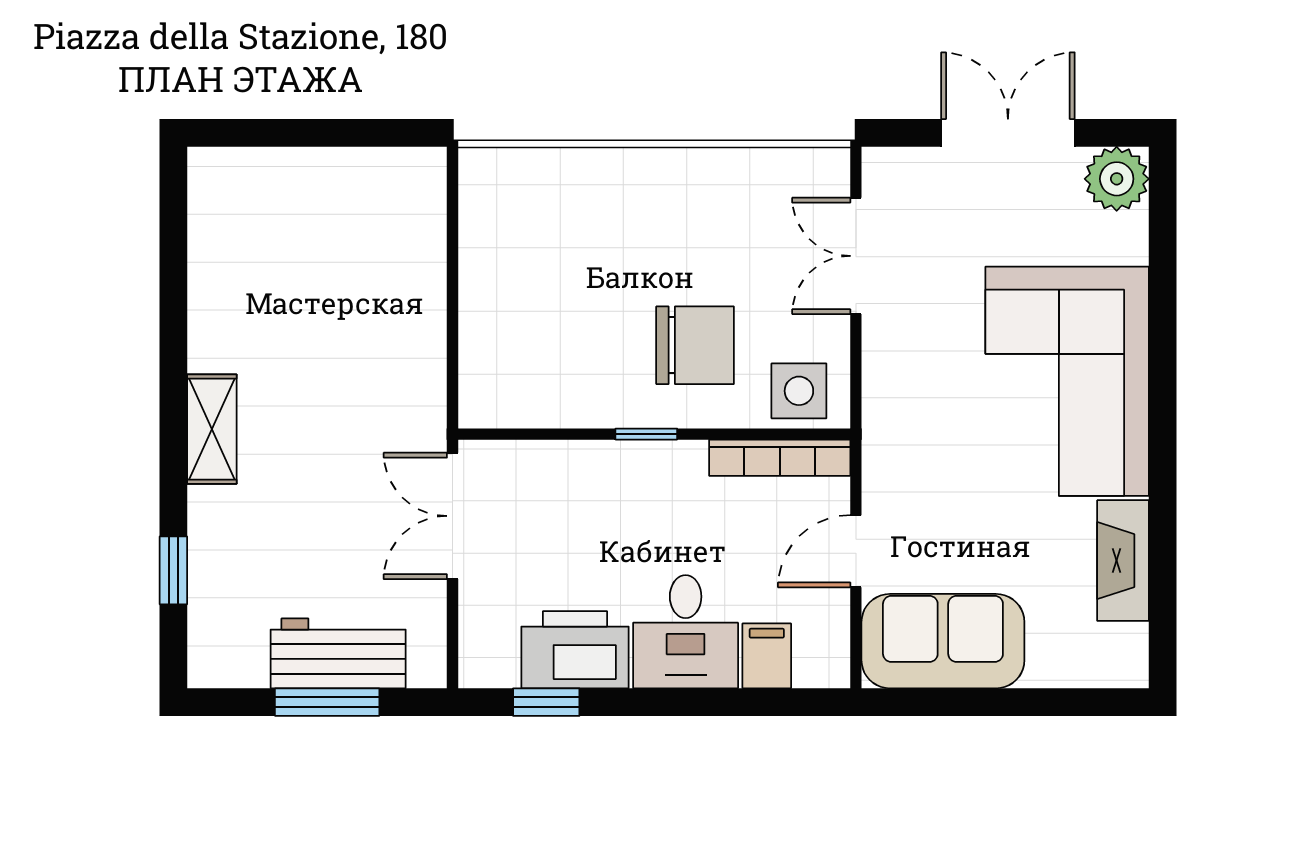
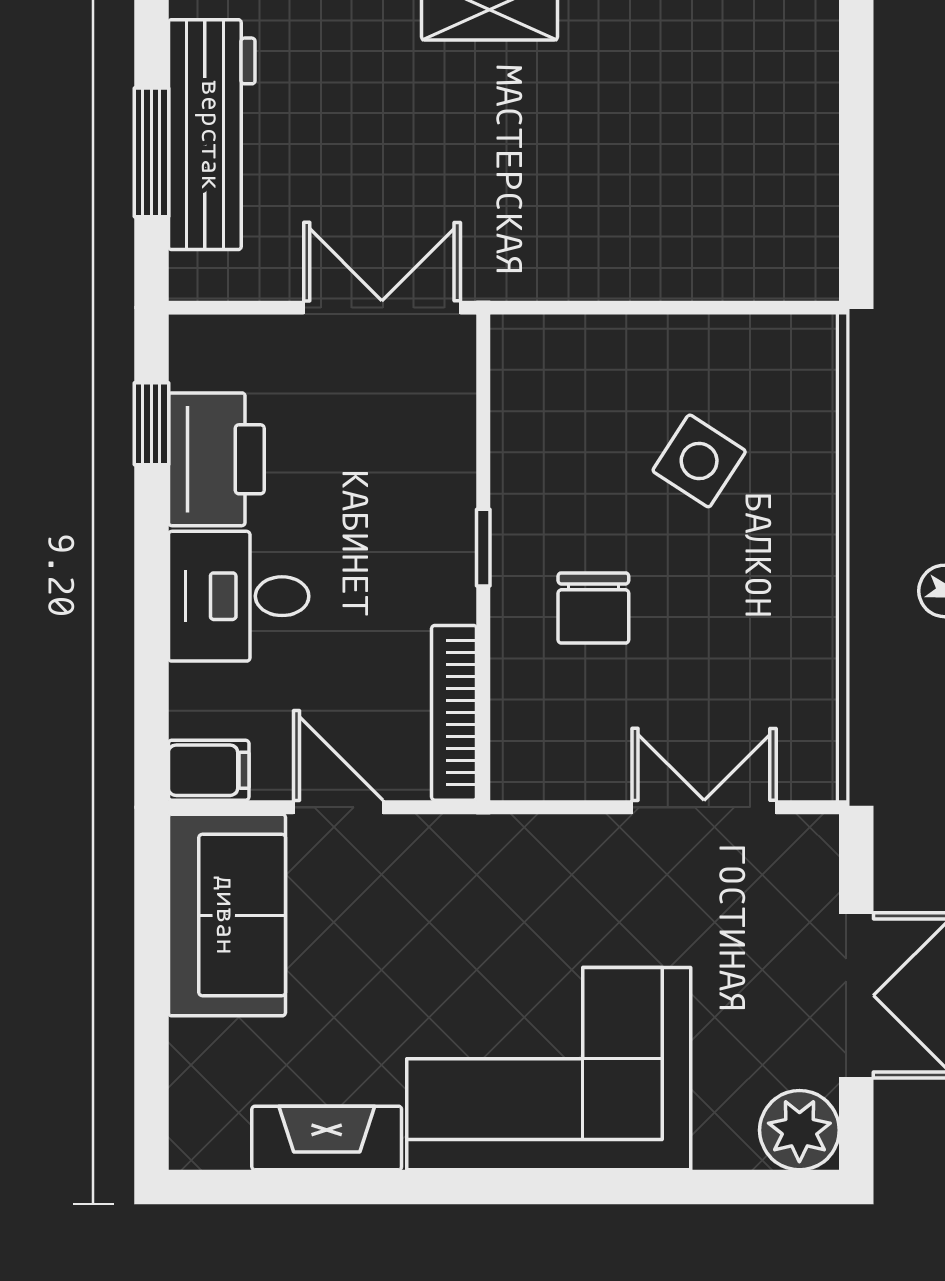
chair: (695, 345) -> (593, 608), width x0.73, depth x0.73
side table: (799, 391) -> (699, 461), moved, turned 33
workbench: (338, 653) -> (212, 135), width x1.38
filing cabinet: (767, 656) -> (209, 770), moved

